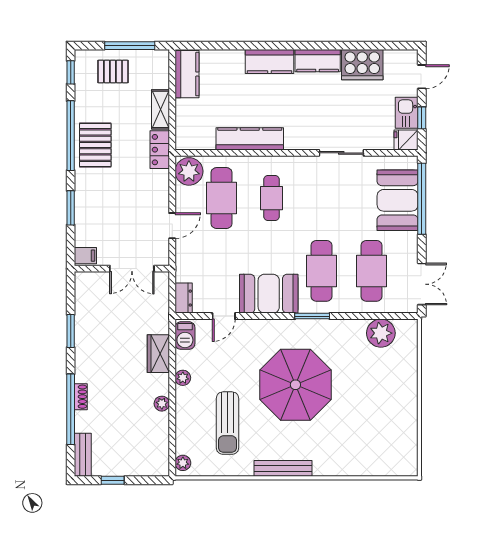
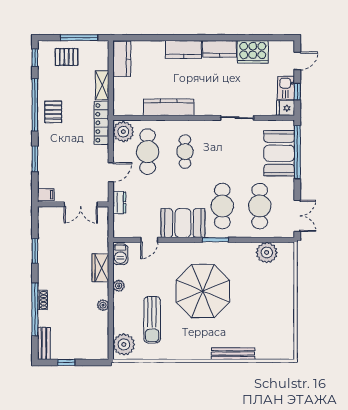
pallet: (95, 145) -> (53, 112), width x0.67, depth x0.71
locker: (160, 150) -> (101, 123), width x1.53
dresser: (184, 298) -> (119, 203), moved
plant: (183, 463) -> (124, 344), width x1.87, depth x1.87
bench: (283, 468) -> (233, 354), moved

